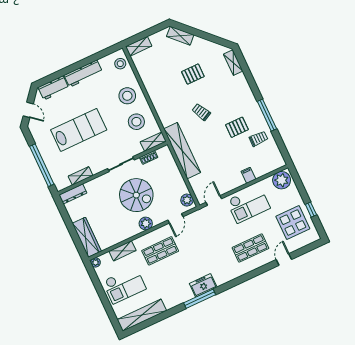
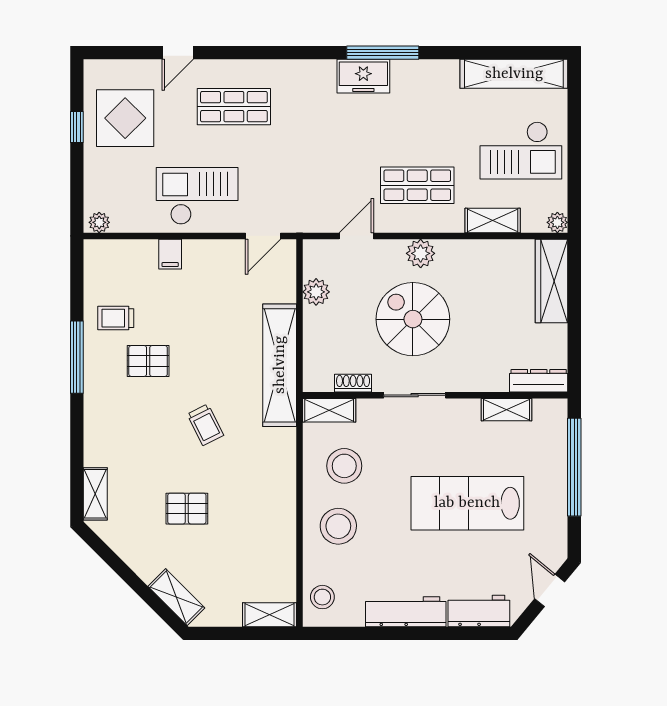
plant: (282, 180) -> (99, 222), width x0.53, depth x0.53
plant: (187, 200) -> (316, 292), moved
checkout: (124, 285) -> (521, 150), turned 180

